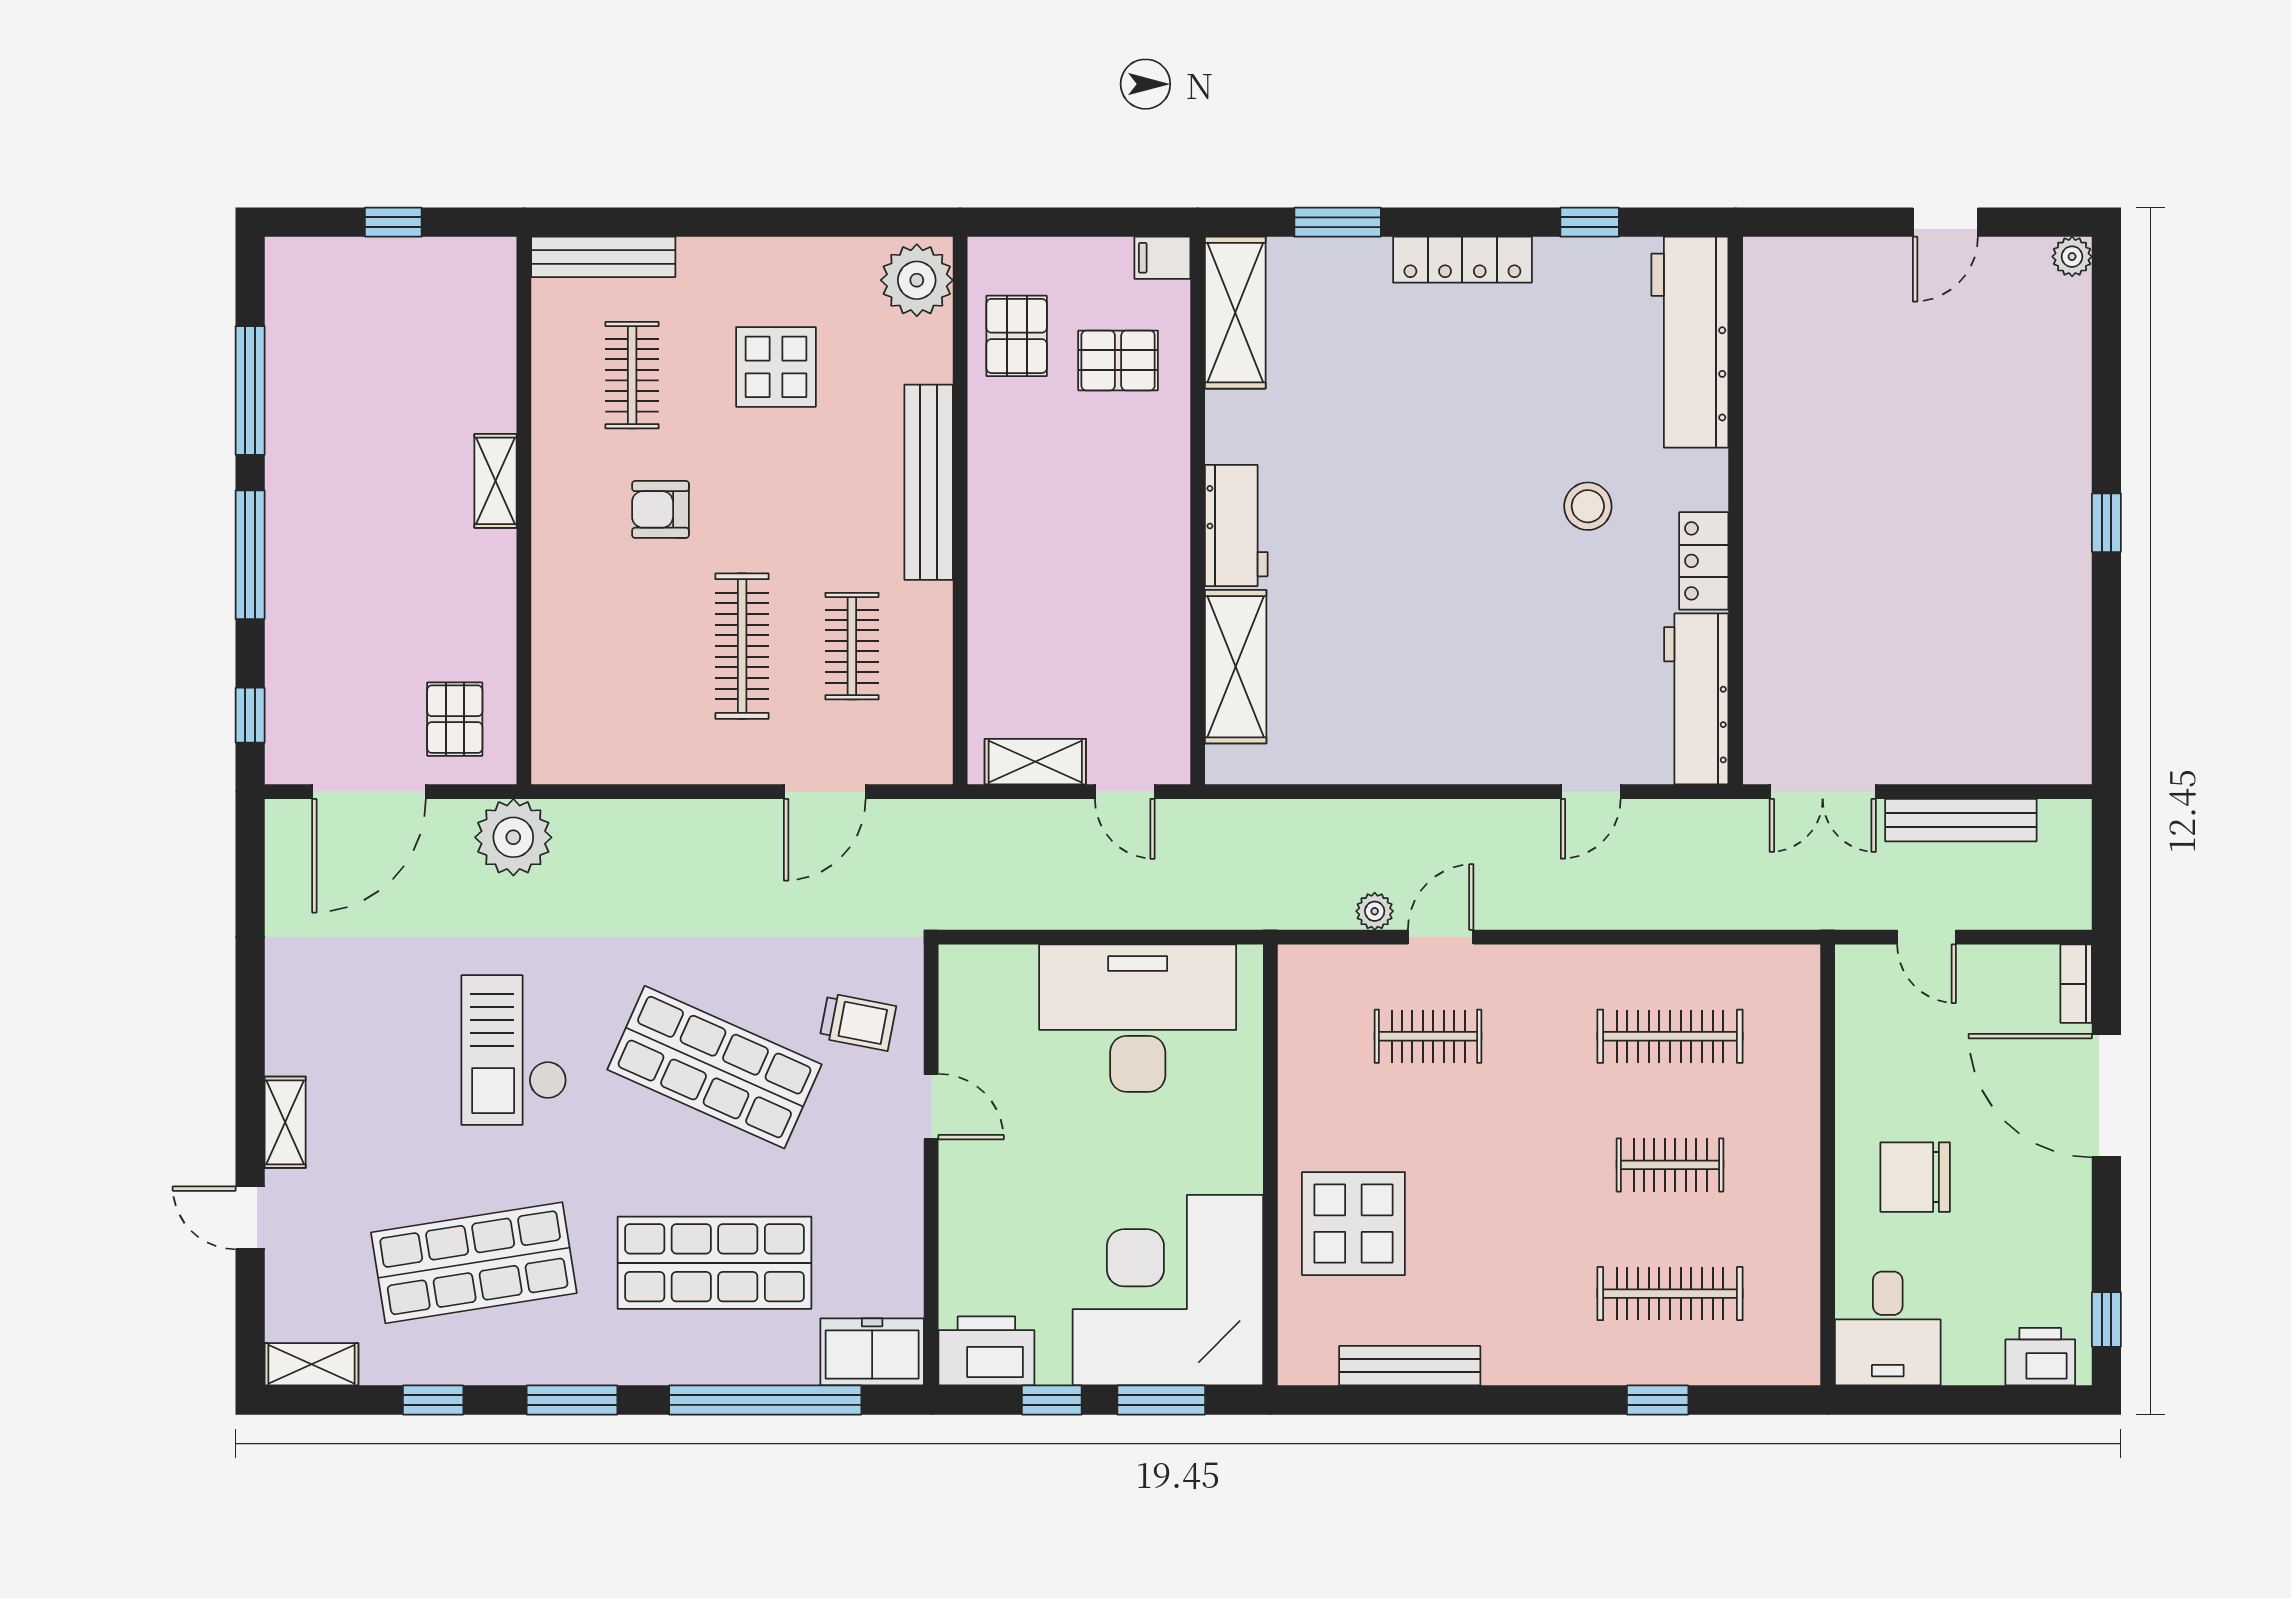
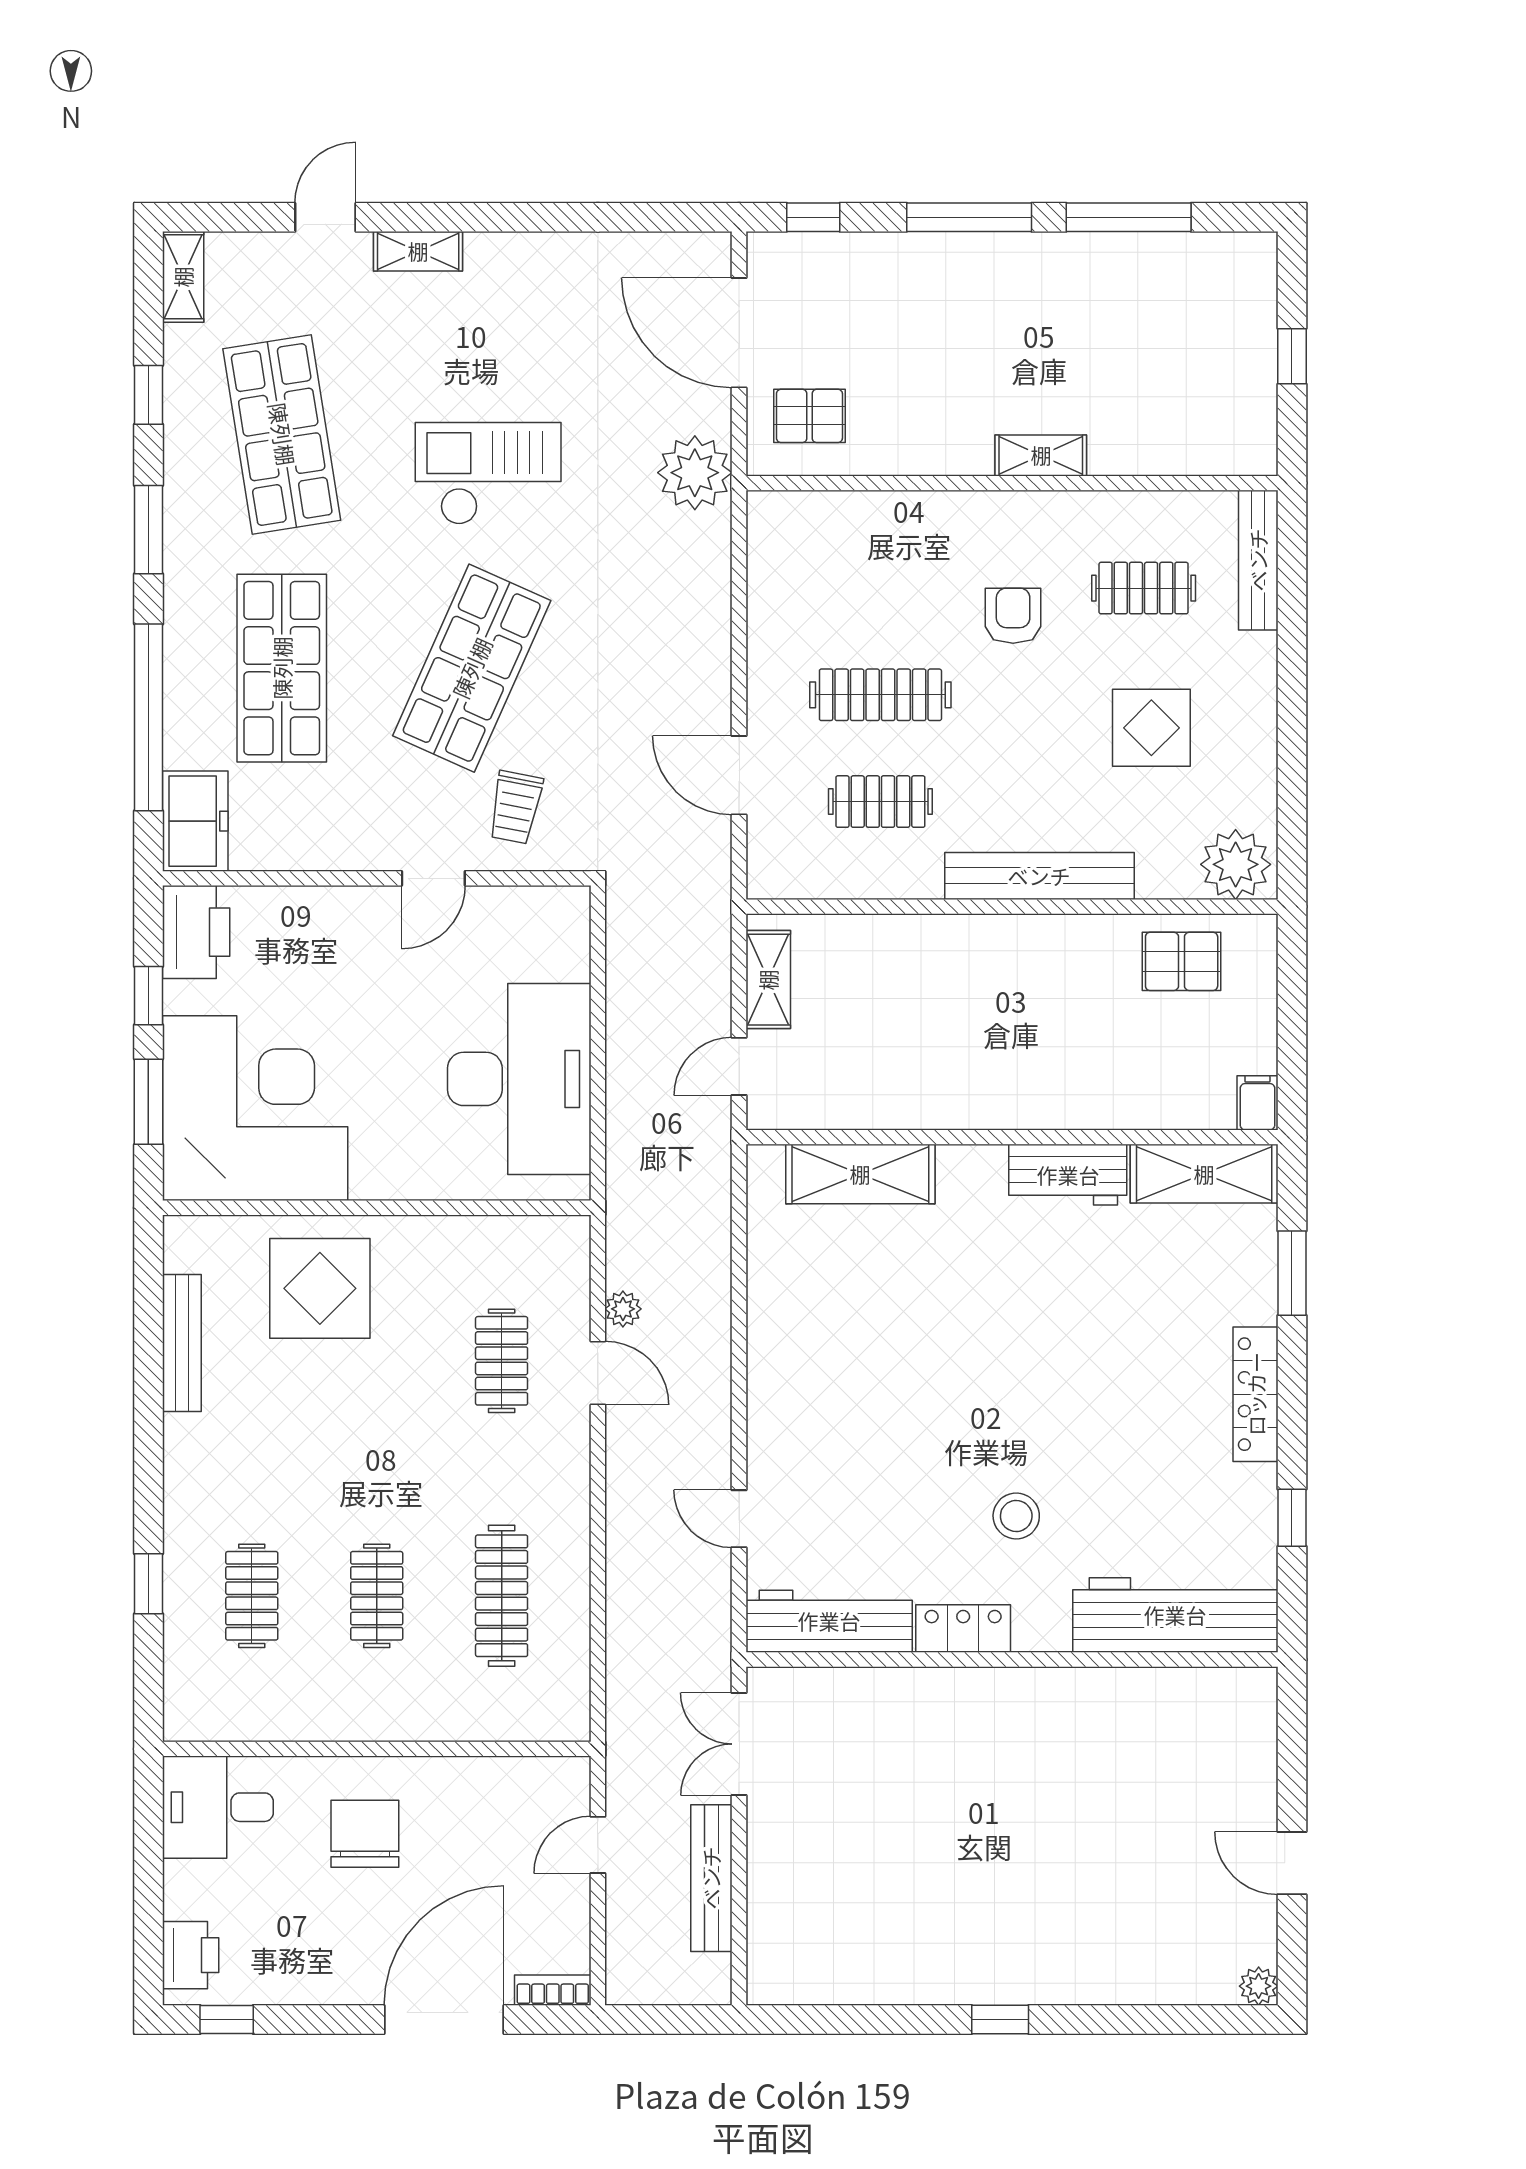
pallet: (1118, 360) -> (1158, 1060), removed
workbench: (1236, 525) -> (1068, 1175), moved
clothes rail: (1670, 1294) -> (252, 1596), width x0.73

